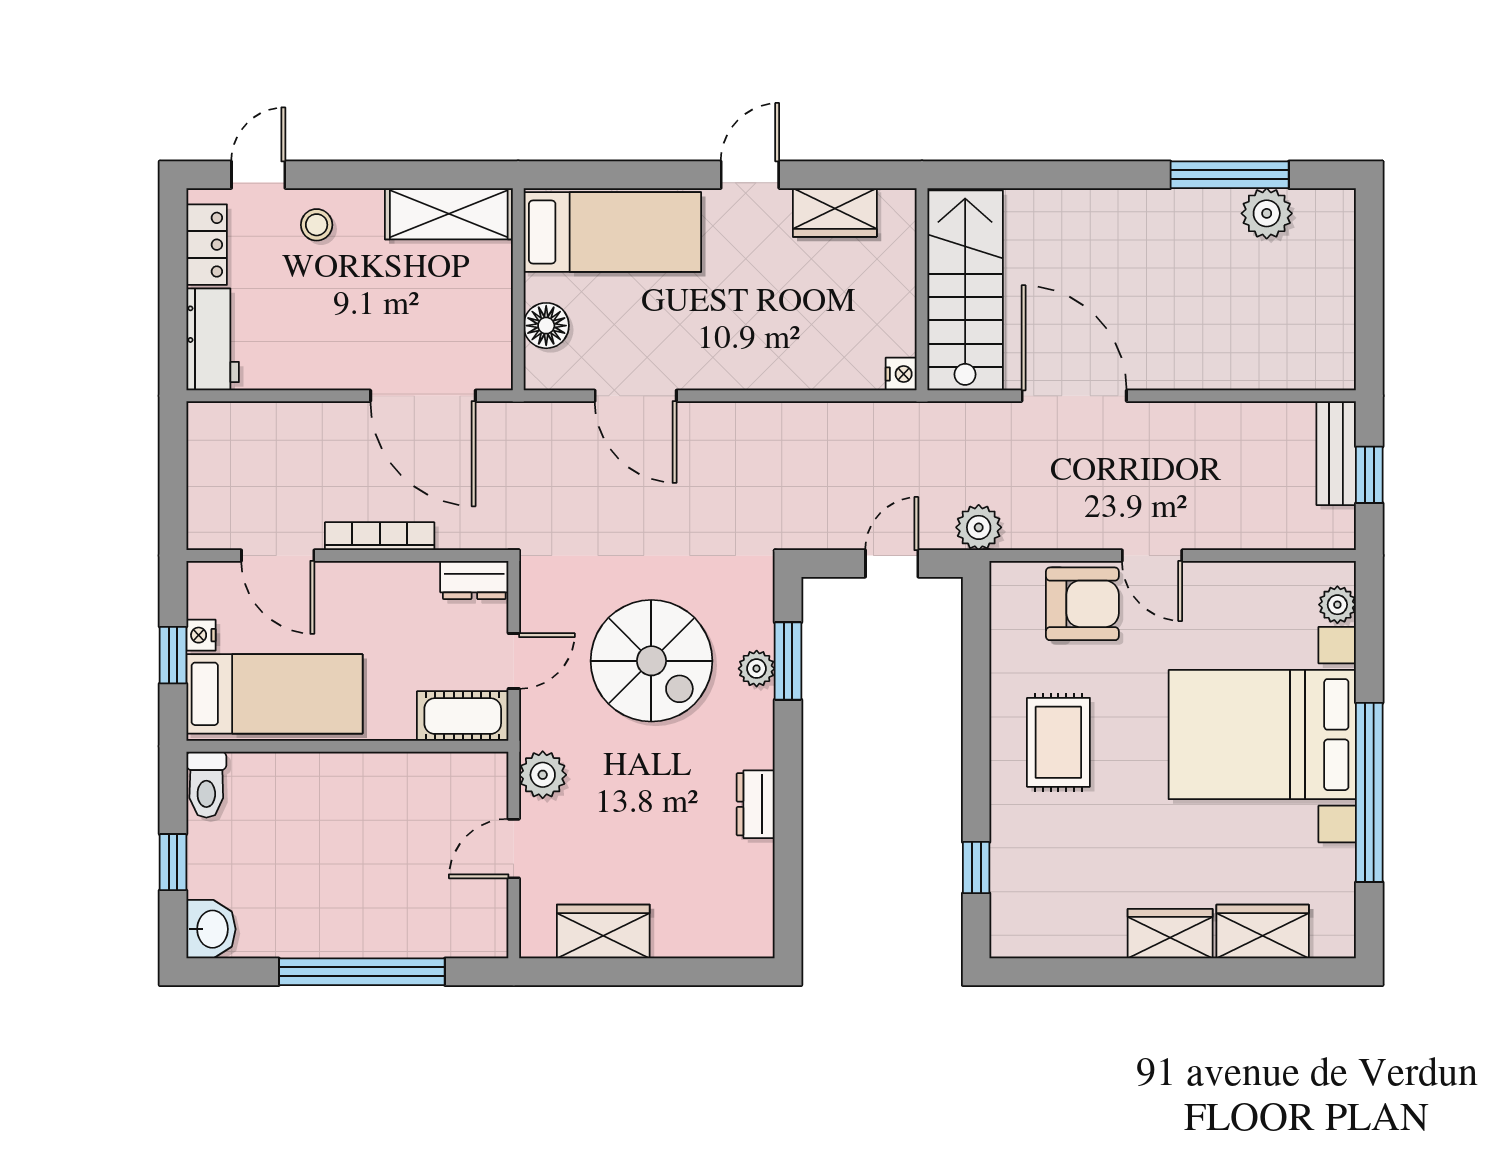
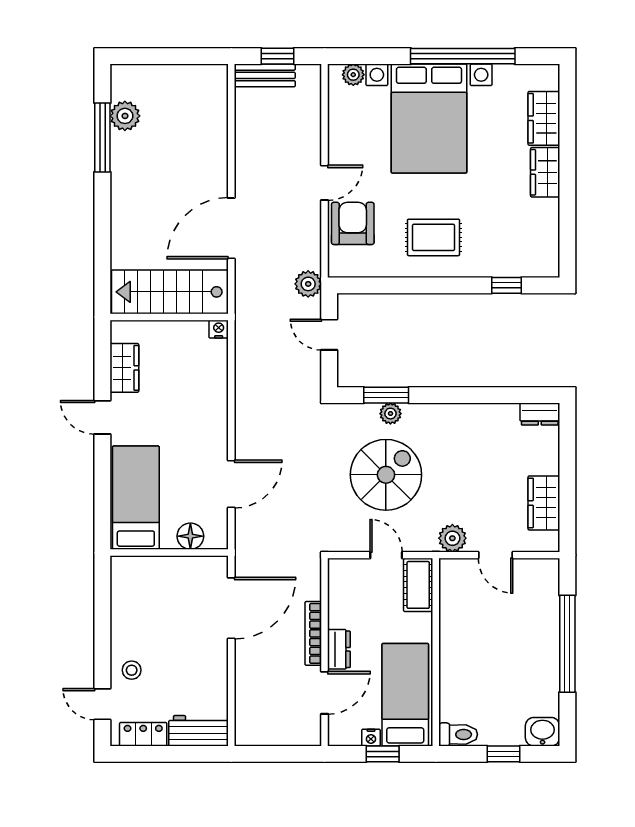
shelving: (449, 214) -> (125, 593), removed
dresser: (474, 580) -> (339, 649), moved
dresser: (756, 804) -> (540, 414), moved

